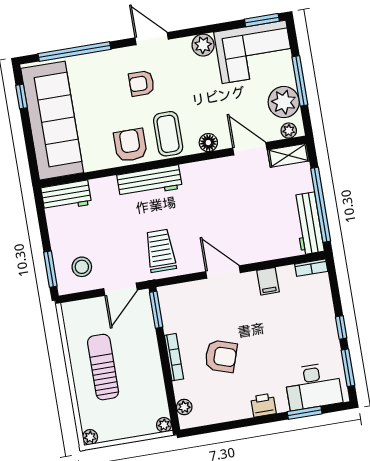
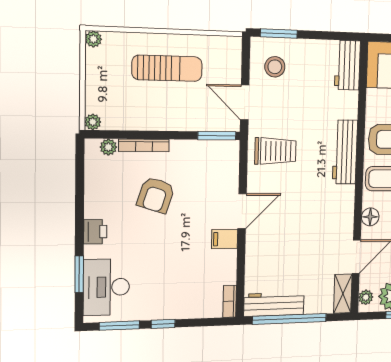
filing cabinet: (268, 281) -> (225, 239), moved
bookcase: (174, 357) -> (144, 145), moved

